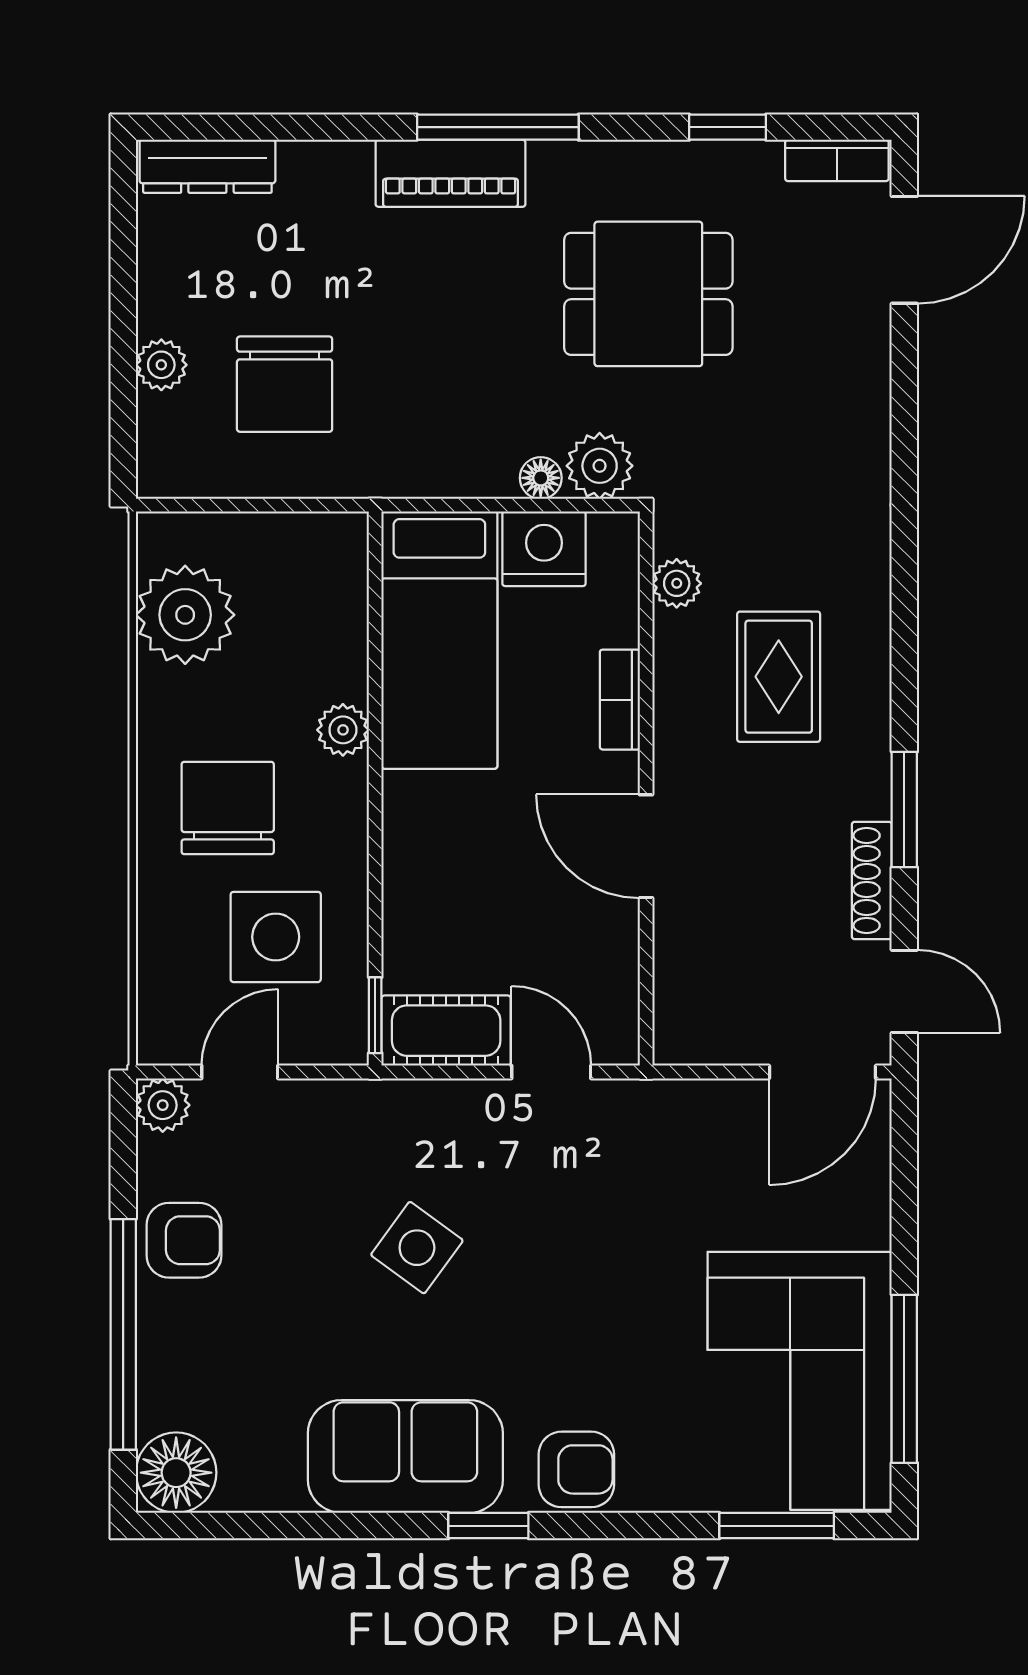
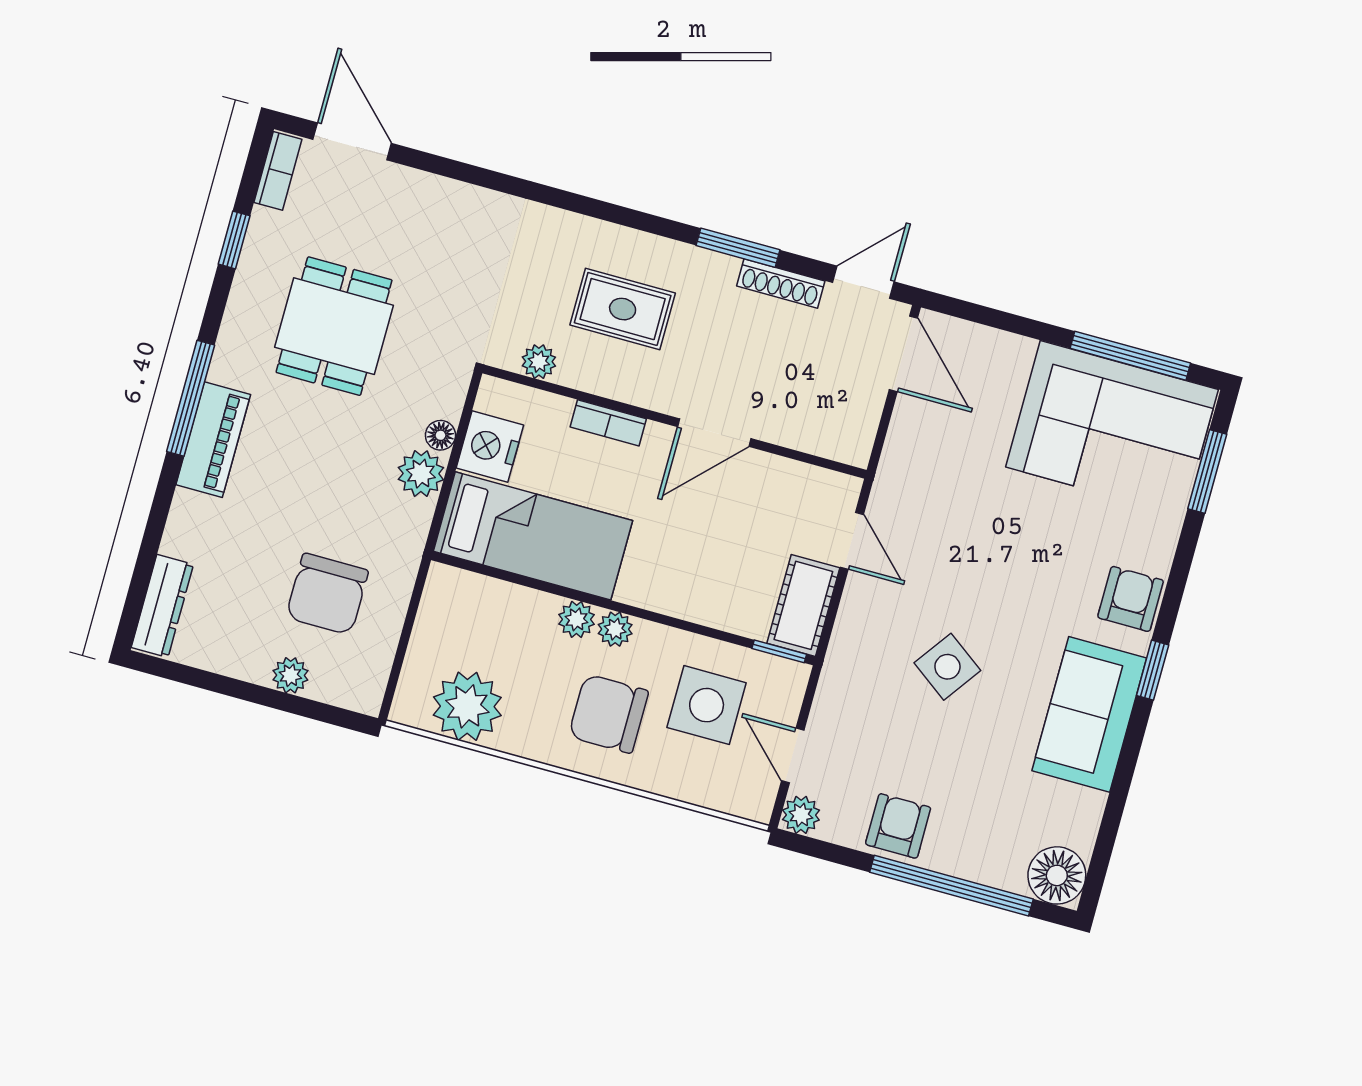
chair: (285, 384) -> (327, 594), turned 90
plant: (600, 466) -> (421, 474), moved
plant: (344, 786) -> (615, 629), added
door: (551, 1072) -> (852, 541), swing flipped

